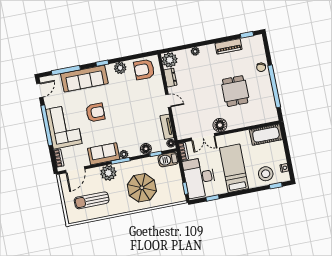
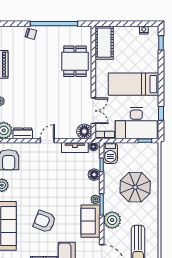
dining table: (235, 91) -> (75, 61), moved, turned 90
armchair: (95, 113) -> (44, 221), turned -69
floor lamp: (220, 125) -> (84, 131), moved
stool: (266, 174) -> (146, 51), removed

